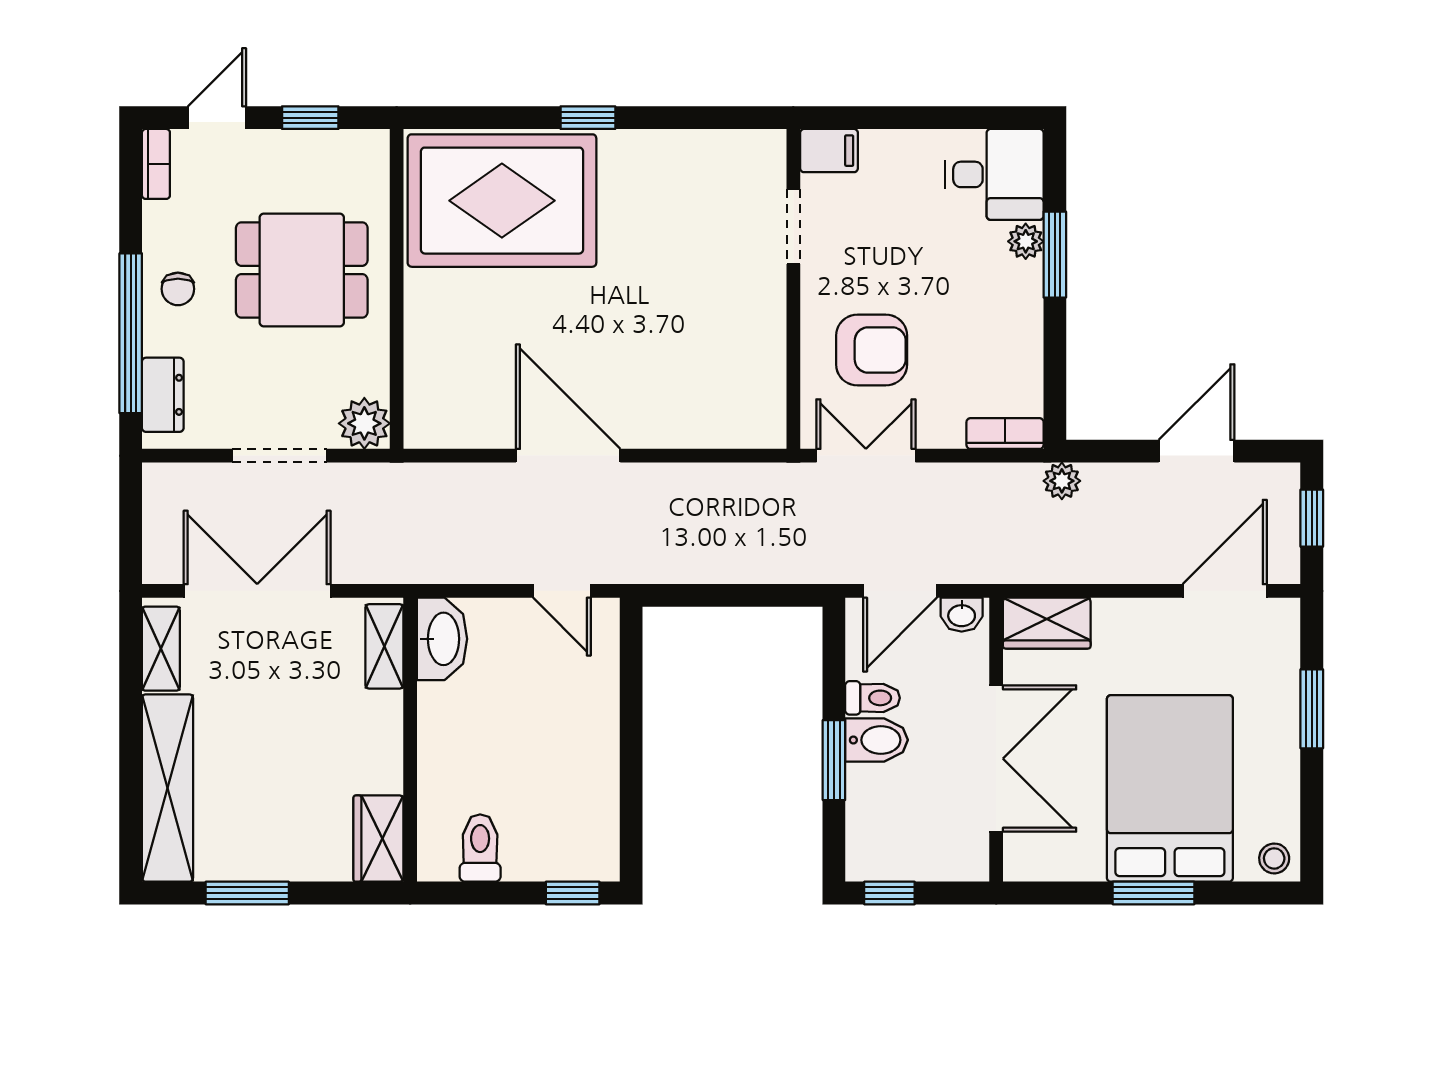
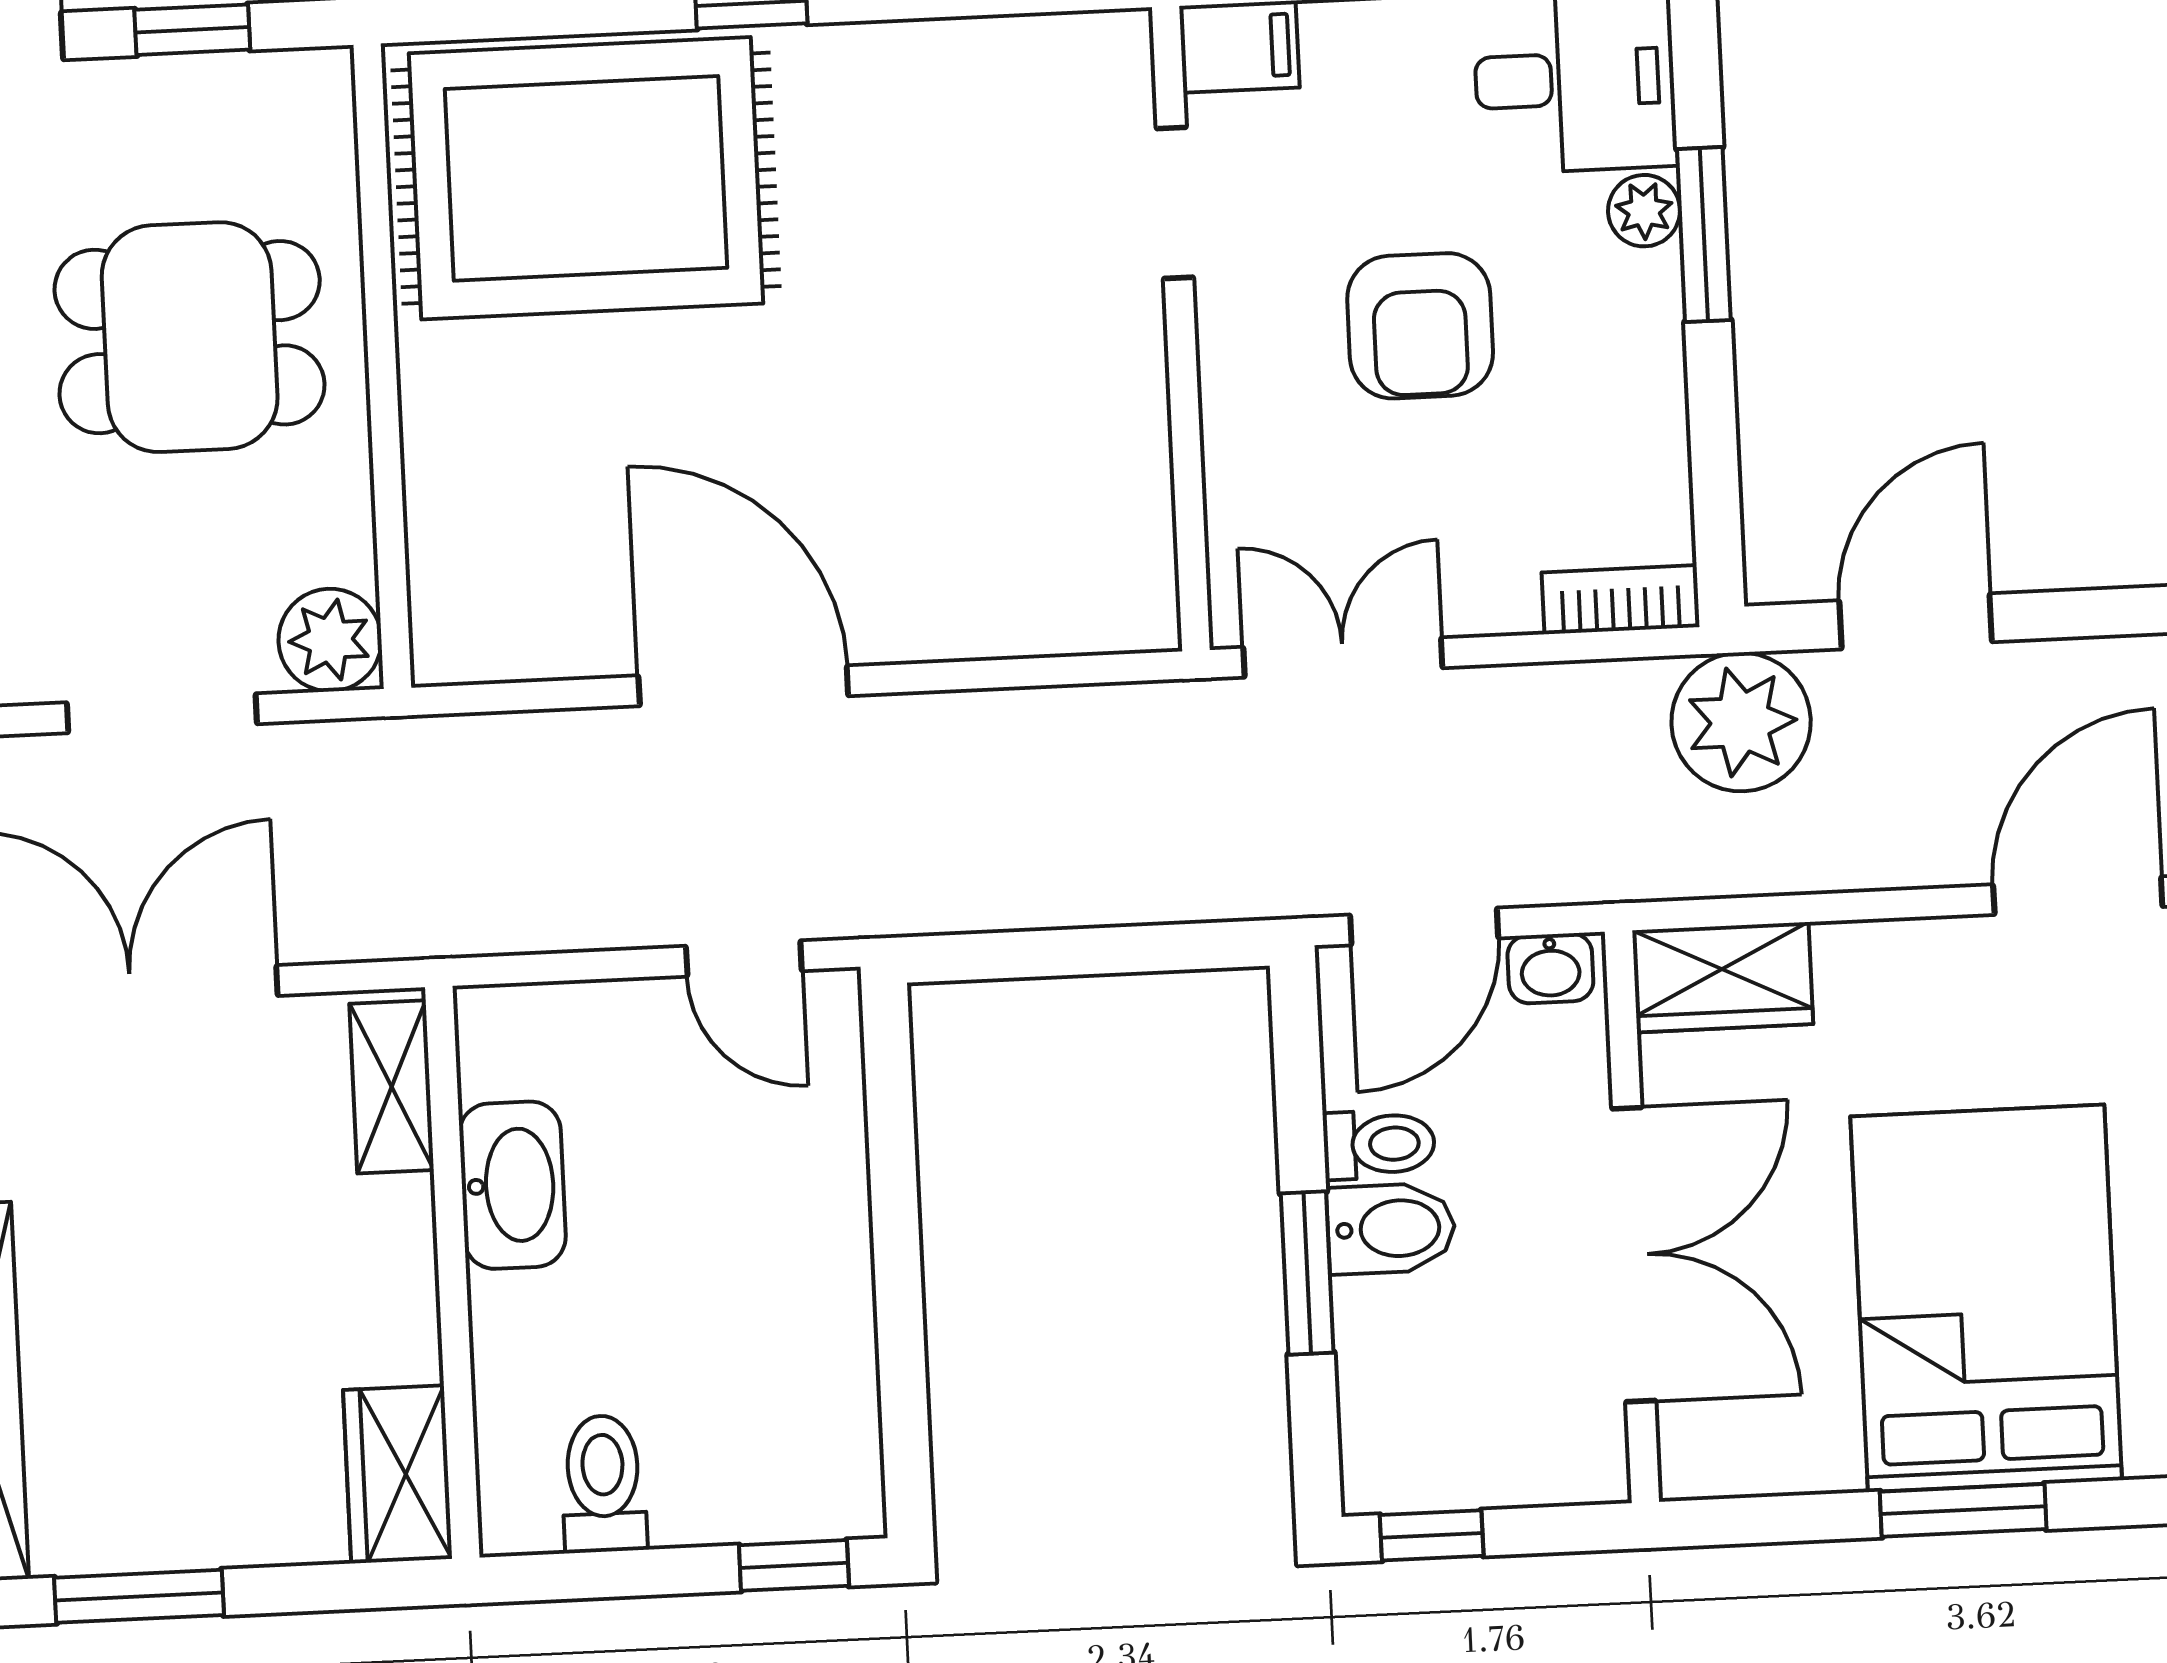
armchair: (872, 350) -> (1420, 326), moved, turned 90
door: (1197, 451) -> (1916, 621), moved
plant: (1062, 481) -> (1741, 722), width x1.88, depth x1.88
washbasin: (442, 639) -> (513, 1185), moved

